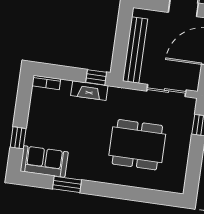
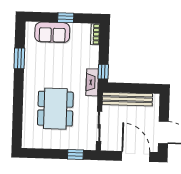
fireplace: (89, 91) -> (92, 82), moved
window: (18, 138) -> (66, 18), moved
sofa: (44, 162) -> (52, 32), moved, turned 90

